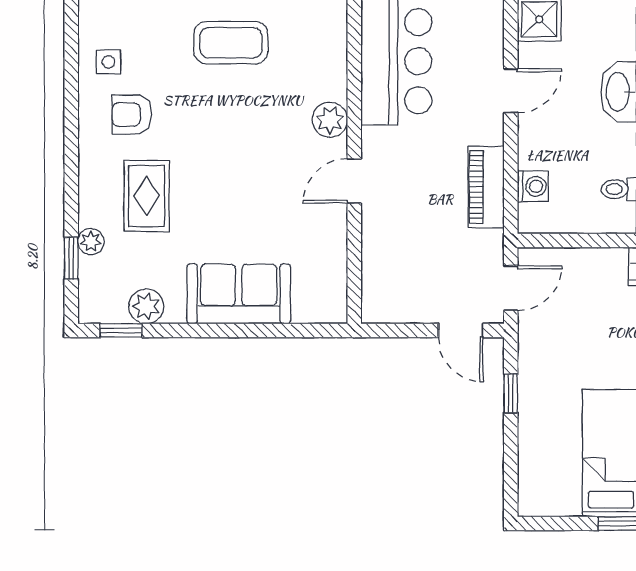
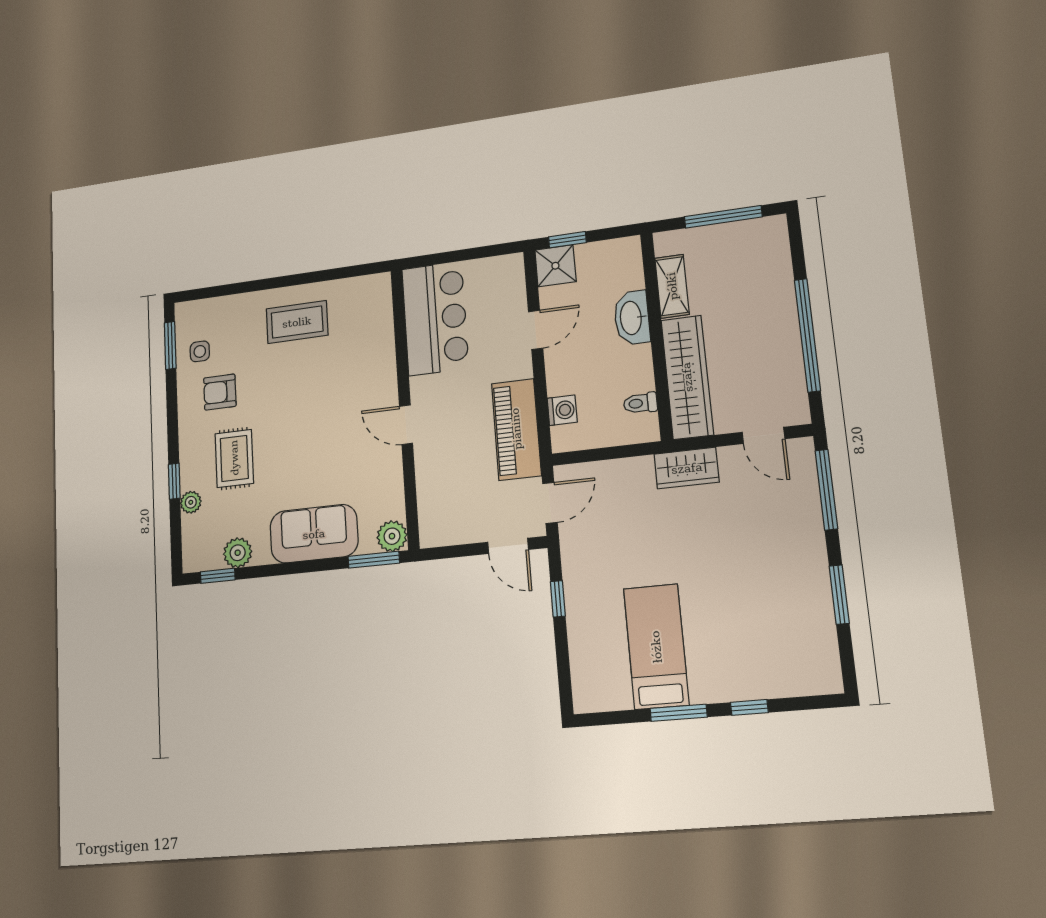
window: (71, 50) -> (170, 345), added
plant: (330, 120) -> (392, 536), moved
door: (354, 181) -> (406, 425), hinge flipped
piano: (486, 187) -> (516, 429), width x1.37, depth x1.33
window: (71, 258) -> (174, 481), moved
window: (307, 330) -> (374, 560), added

